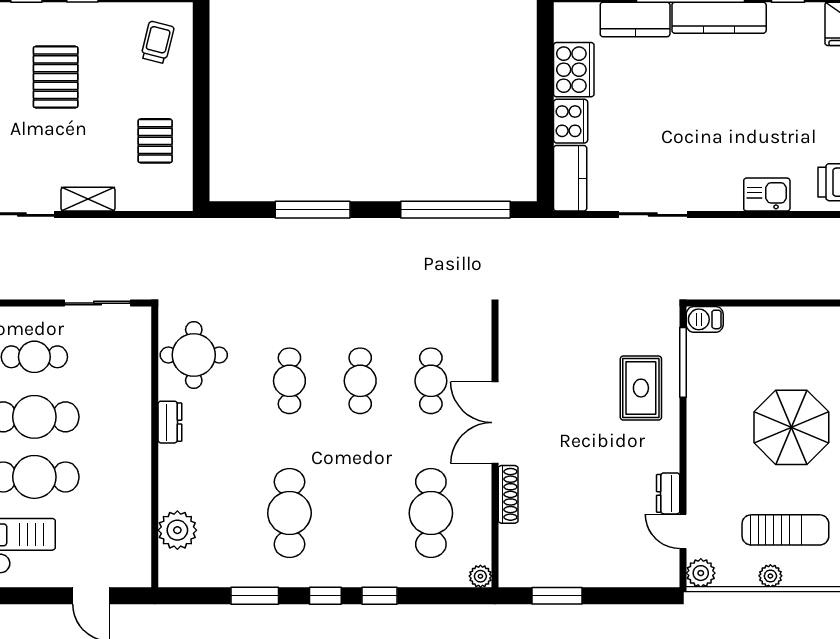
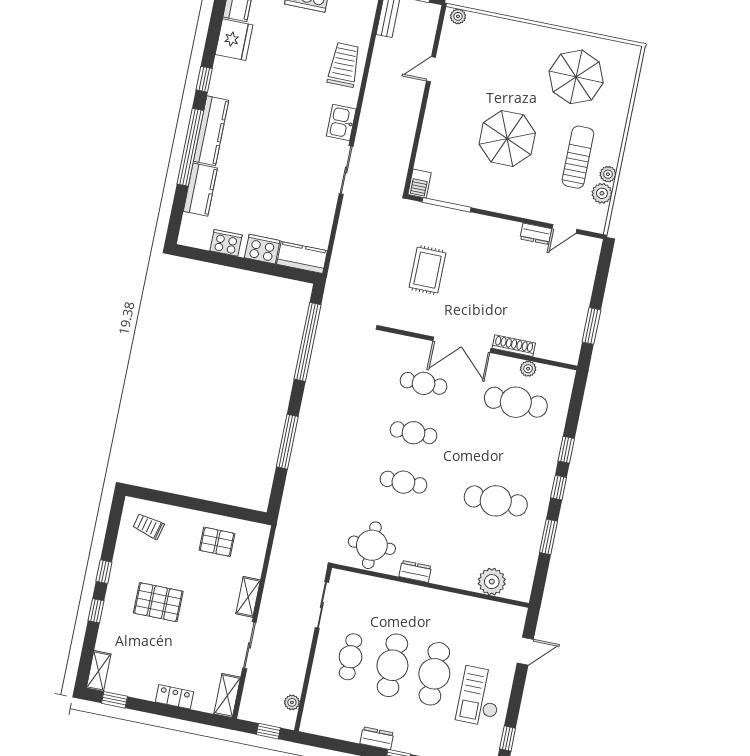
cooker: (574, 70) -> (226, 243), width x0.73, depth x0.76
sliding door: (653, 215) -> (346, 170), moved
rug: (641, 388) -> (428, 270), moved, turned 90
plant: (701, 573) -> (602, 193), moved
plant: (480, 576) -> (528, 369), moved

